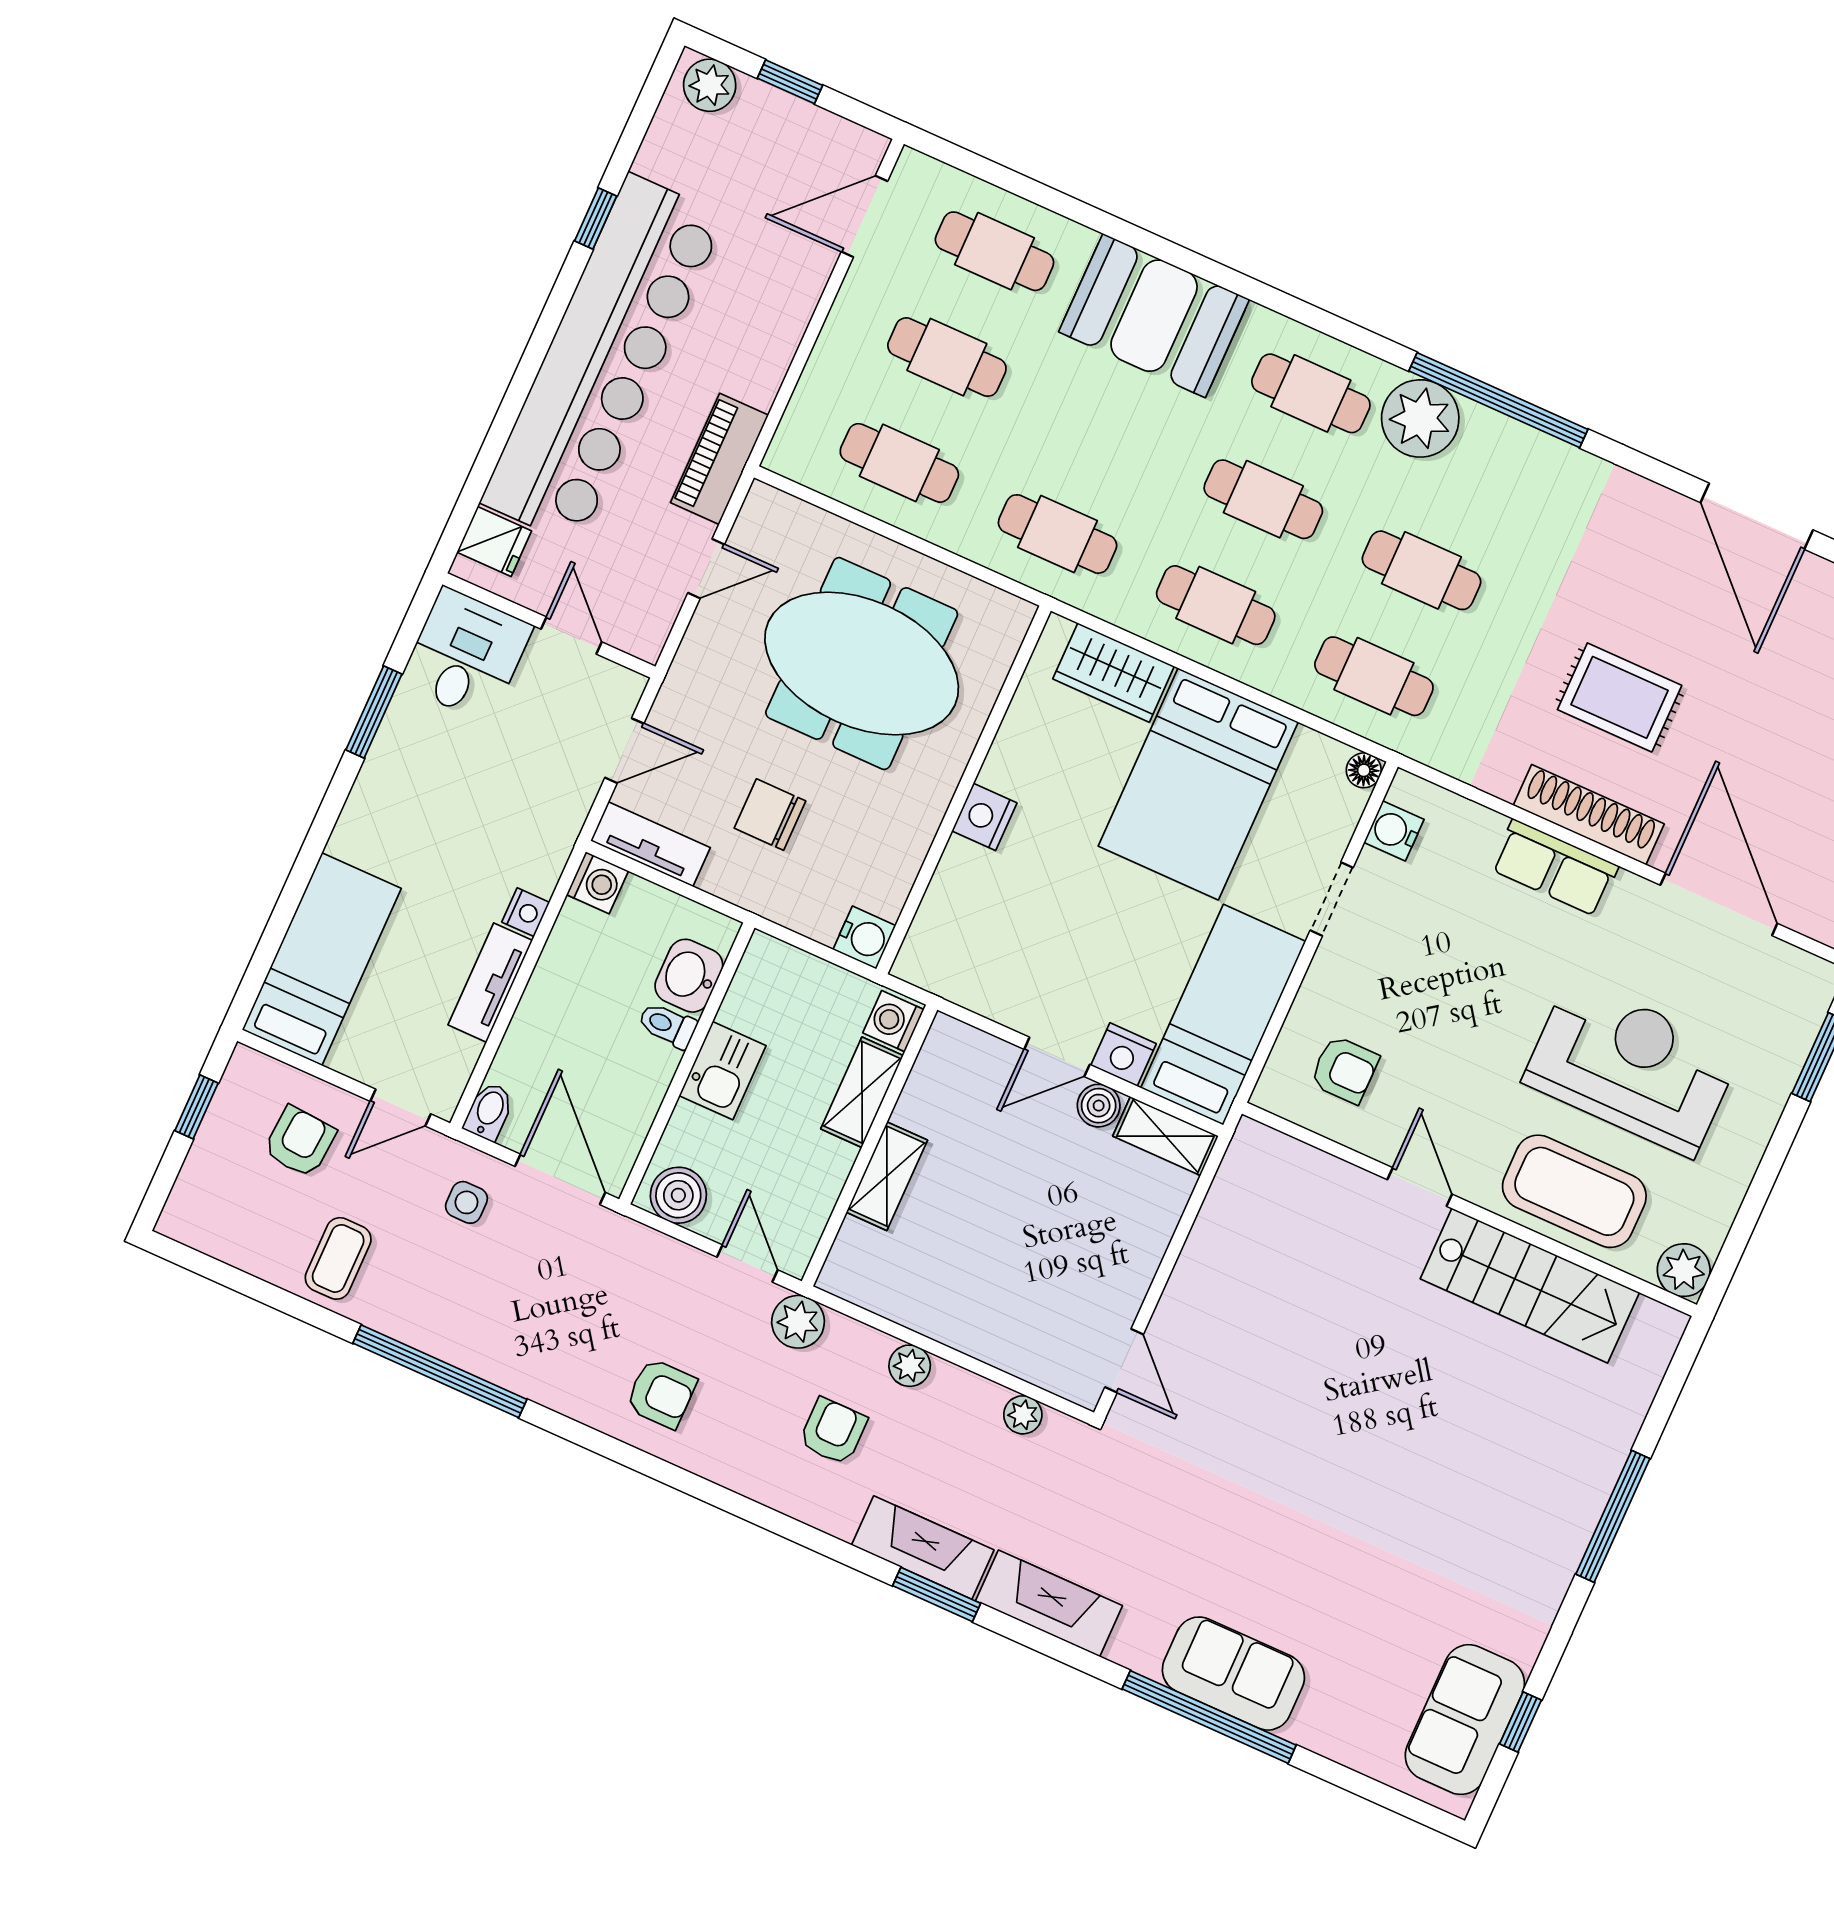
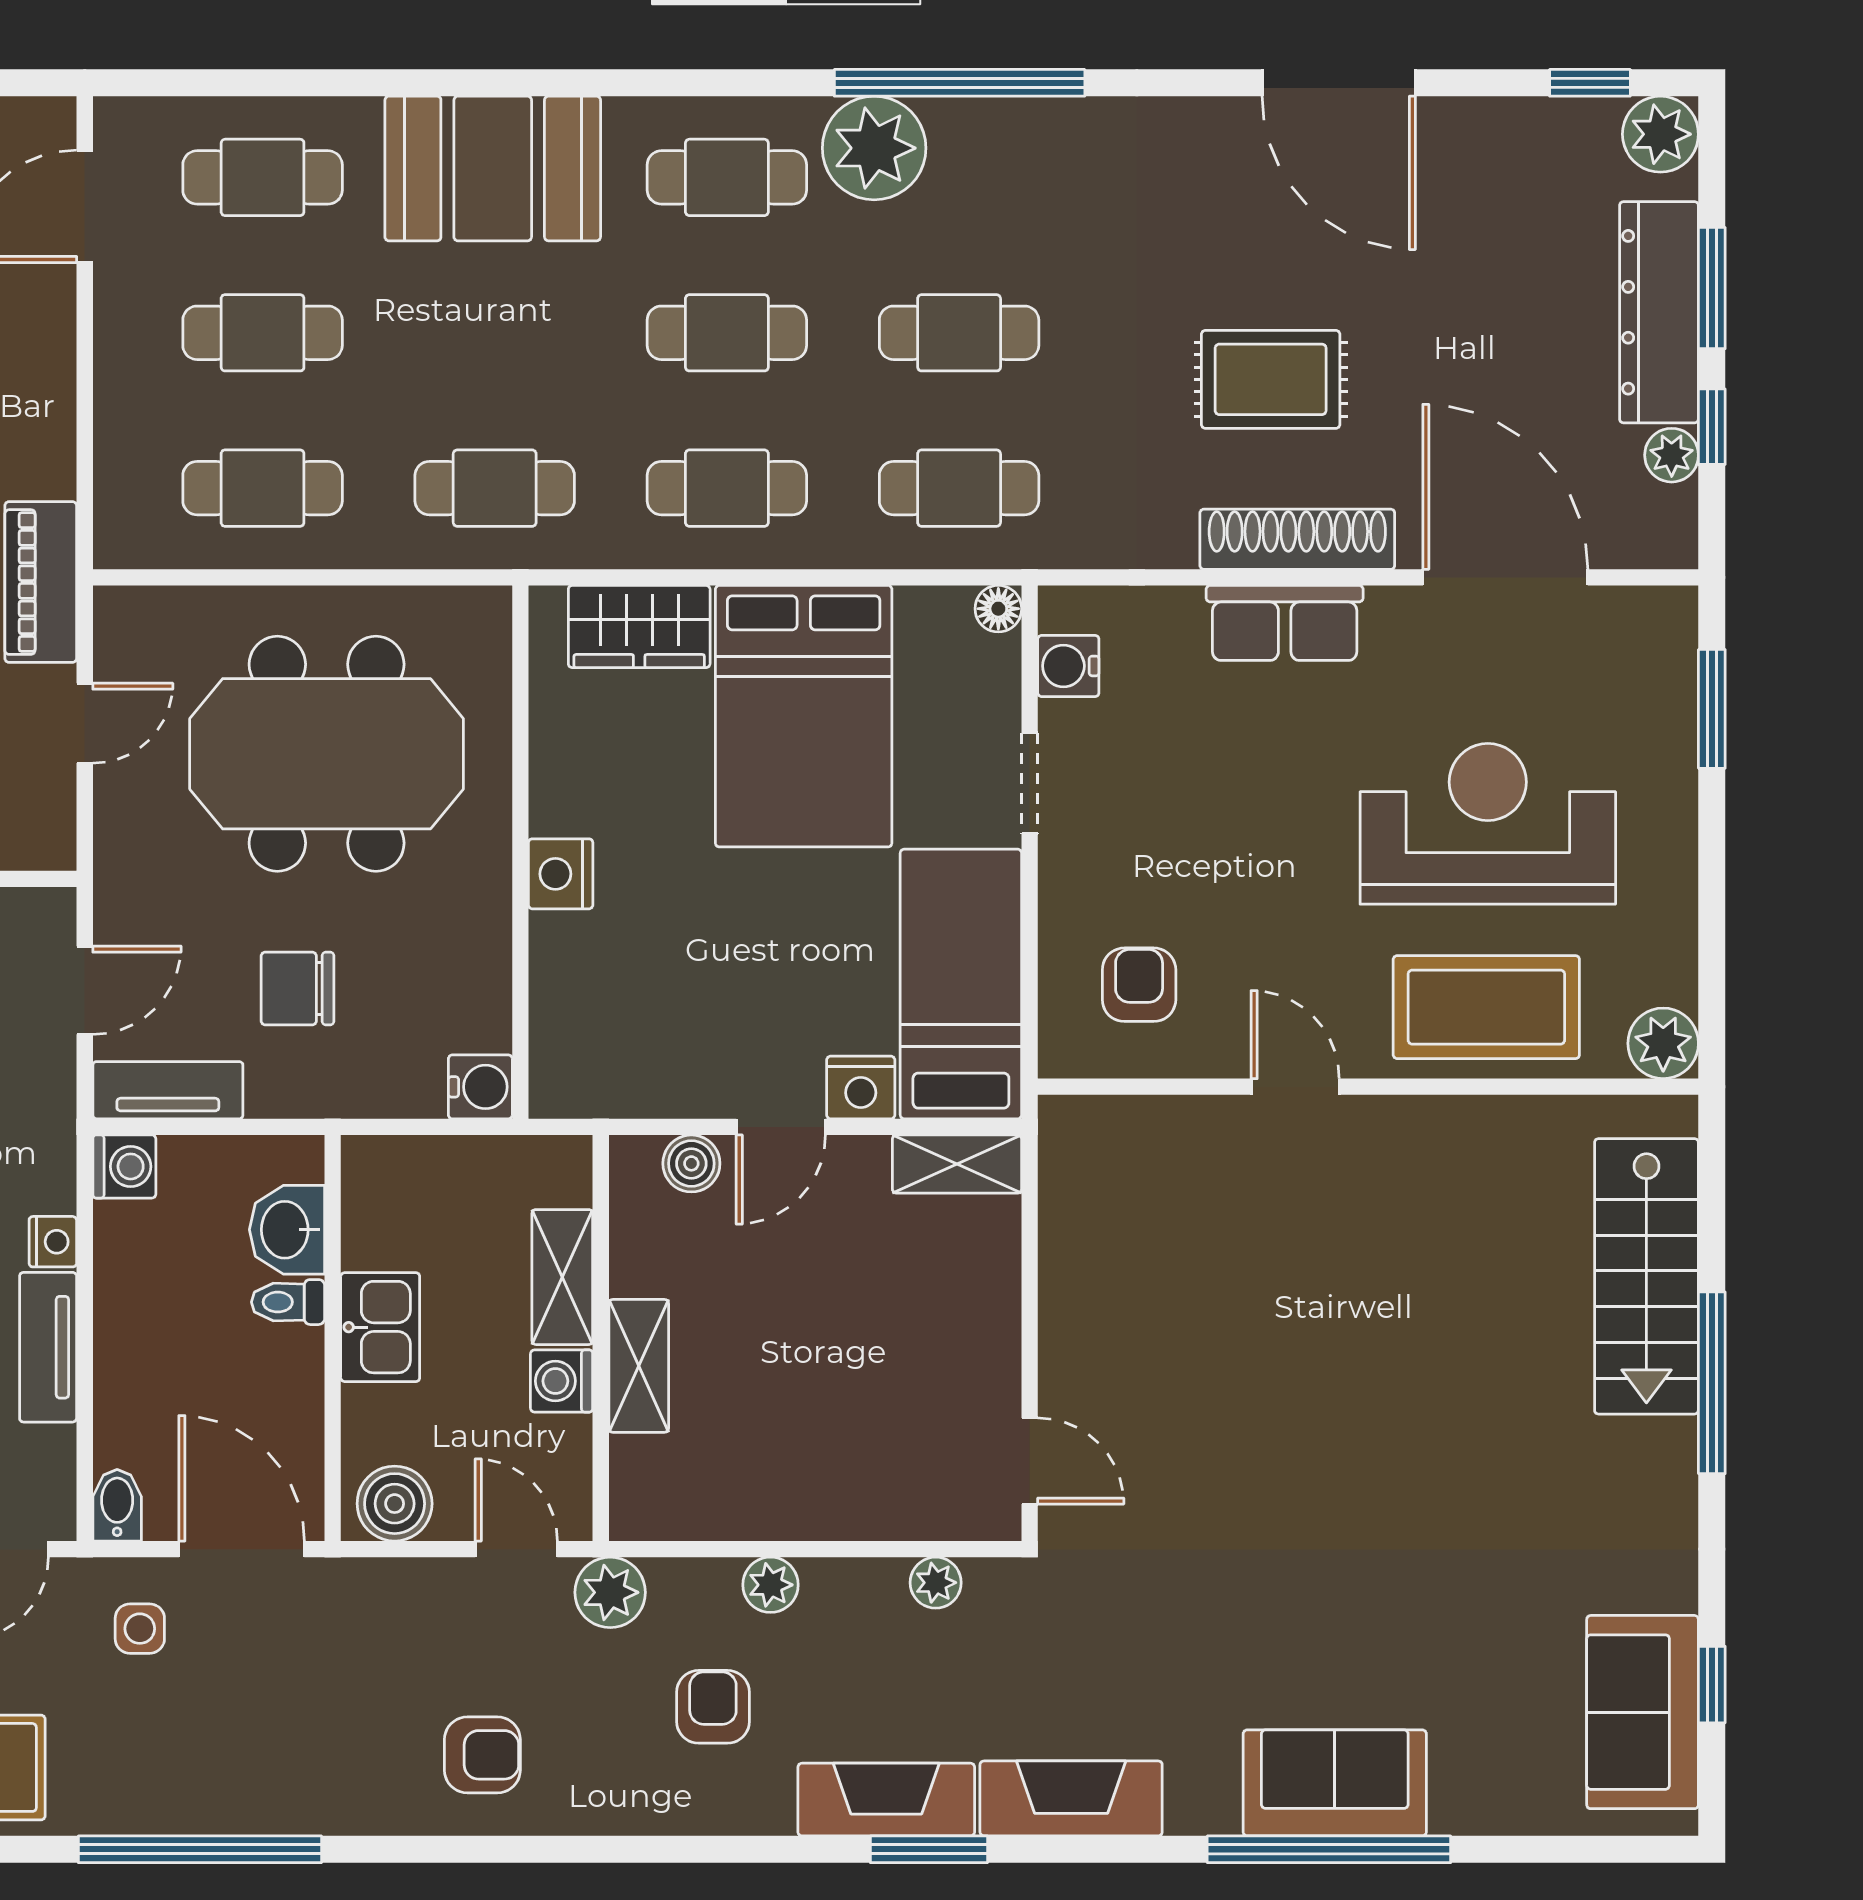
washing machine: (893, 1021) -> (562, 1381), moved
armchair: (1345, 1070) -> (1139, 985), turned -90
boiler: (1099, 1106) -> (691, 1163), moved
stairs: (1530, 1286) -> (1646, 1276), moved, turned 90

